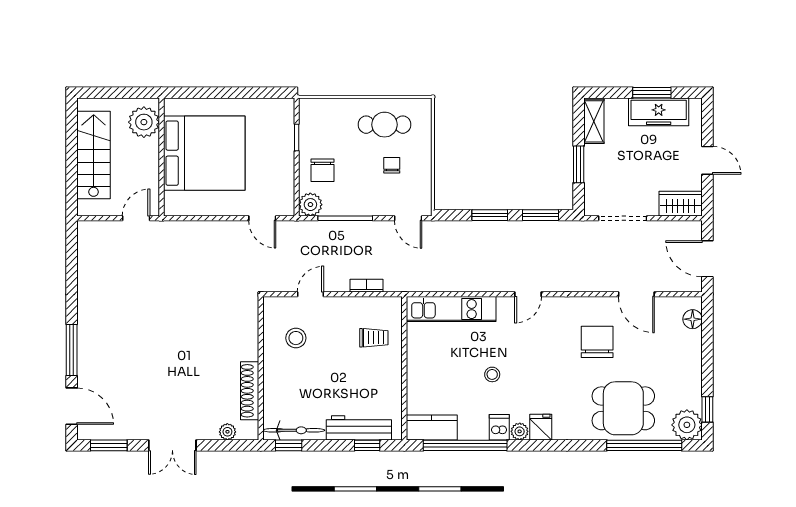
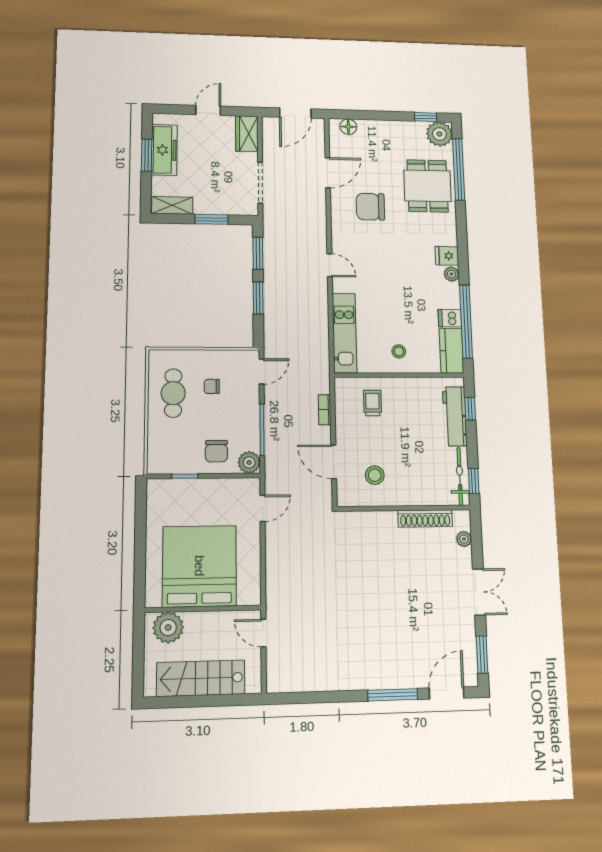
chair: (323, 170) -> (216, 451), turned 90
door: (310, 294) -> (334, 462), width x1.37
stool: (492, 374) -> (399, 351), moved
dishwasher: (499, 427) -> (450, 318), moved

